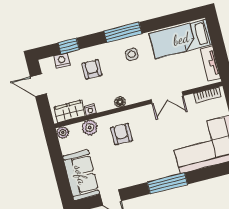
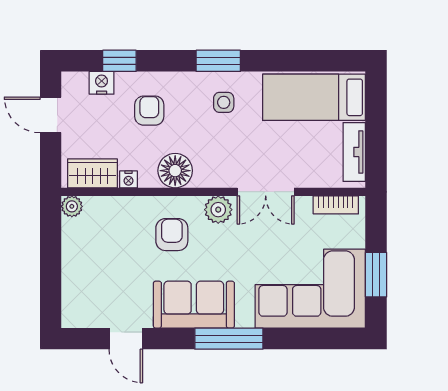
window: (123, 32) -> (218, 61), width x0.69
floor lamp: (120, 102) -> (175, 171), width x1.89, depth x1.89
plant: (90, 128) -> (218, 210), moved
sofa: (81, 175) -> (194, 305), moved, turned -90

